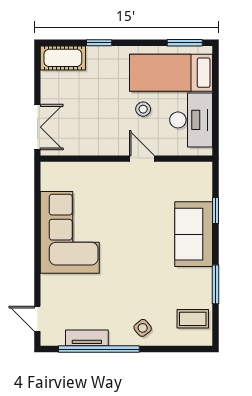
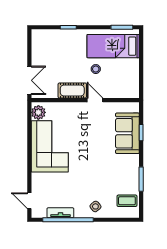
cot: (63, 58) -> (72, 91), moved
desk: (191, 120) -> (126, 76), removed
plant: (52, 178) -> (38, 112), added
sofa: (194, 234) -> (127, 133), moved

